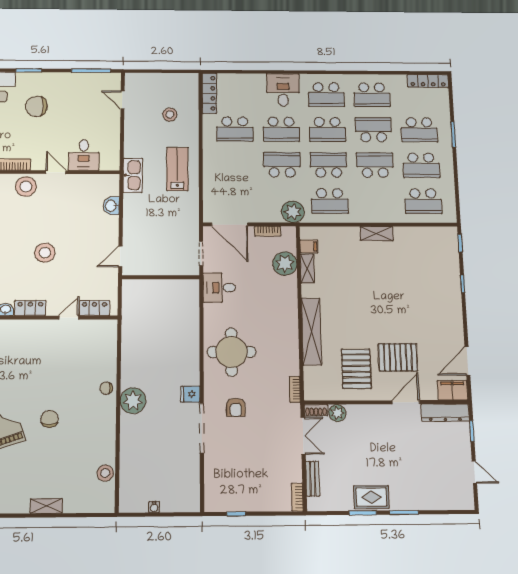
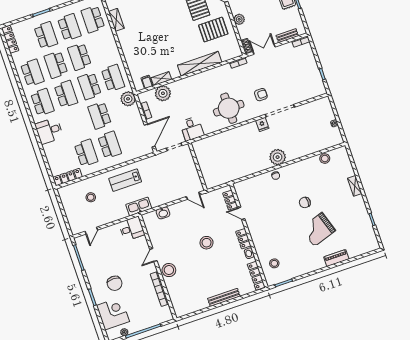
school desk: (281, 129) -> (110, 145), moved
desk: (84, 155) -> (132, 229), moved
school desk: (423, 201) -> (93, 19), turned 180
shelving: (377, 233) -> (116, 20), moved
plant: (337, 413) -> (239, 19), moved

